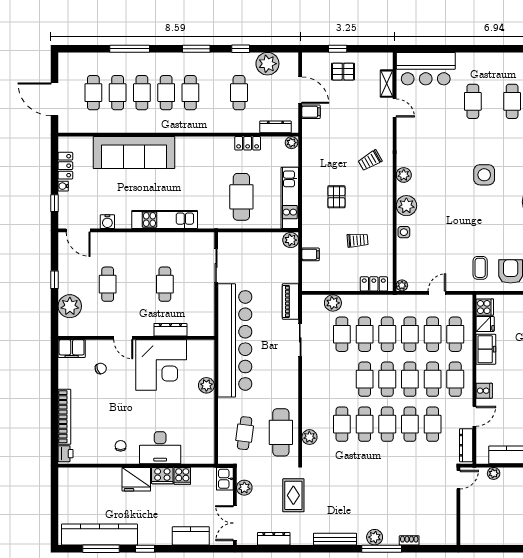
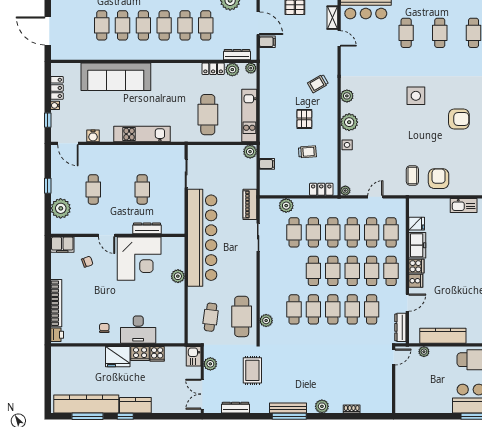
cafe table: (93, 93) -> (185, 25), moved
plant: (270, 144) -> (232, 70), added
pallet: (336, 197) -> (304, 119), moved
cooker: (485, 307) -> (416, 266), moved
kitchen counter: (191, 536) -> (135, 405), moved
window: (382, 549) -> (289, 416), moved

